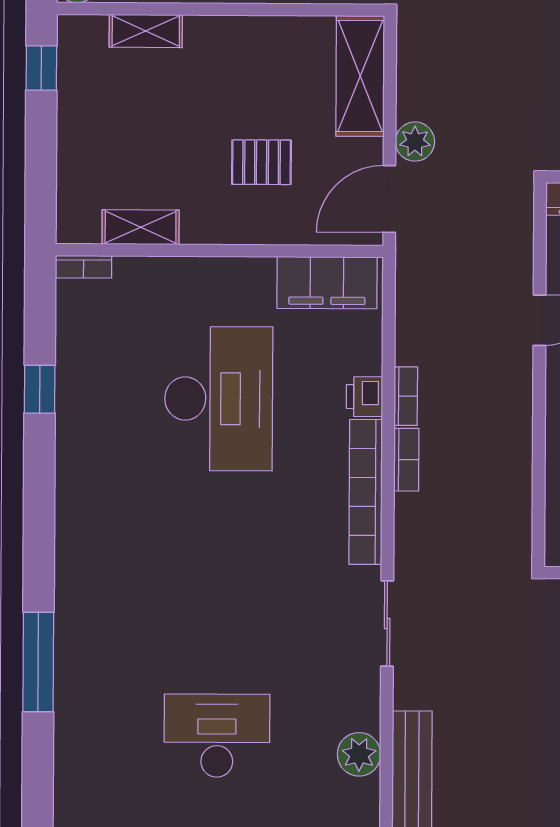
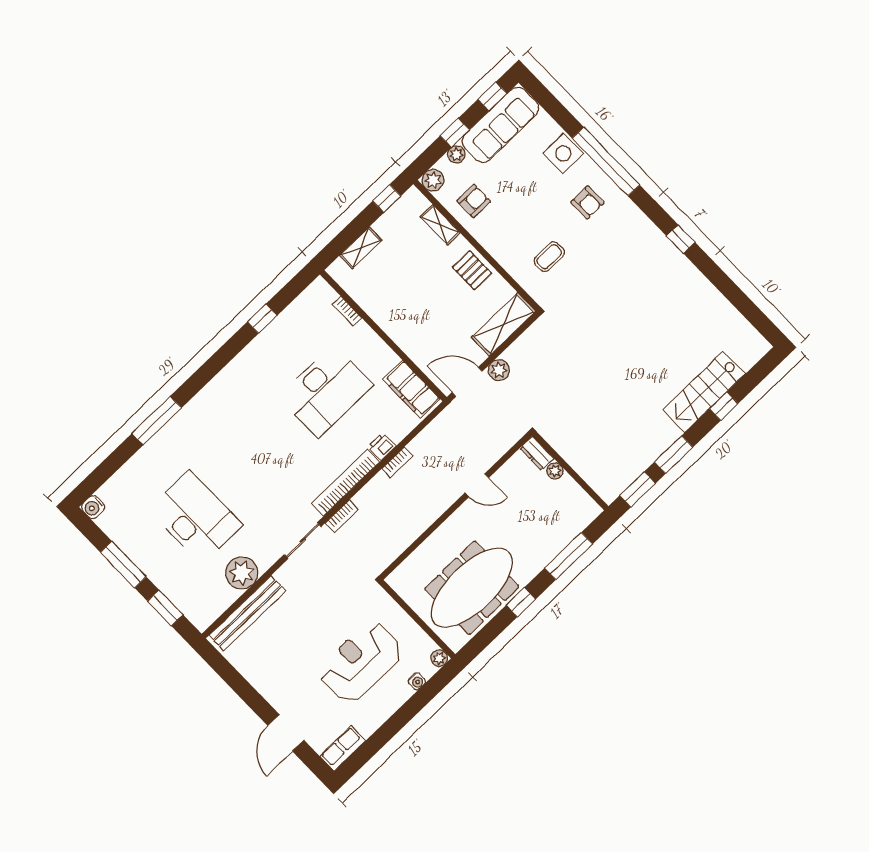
pallet: (262, 162) -> (472, 270), moved
shelving: (141, 227) -> (361, 248), moved, turned 90
bookcase: (84, 267) -> (347, 311), moved
bookcase: (406, 460) -> (342, 516), moved
desk: (217, 736) -> (195, 517), width x1.36, depth x1.30
plant: (359, 754) -> (242, 573), width x1.36, depth x1.36

